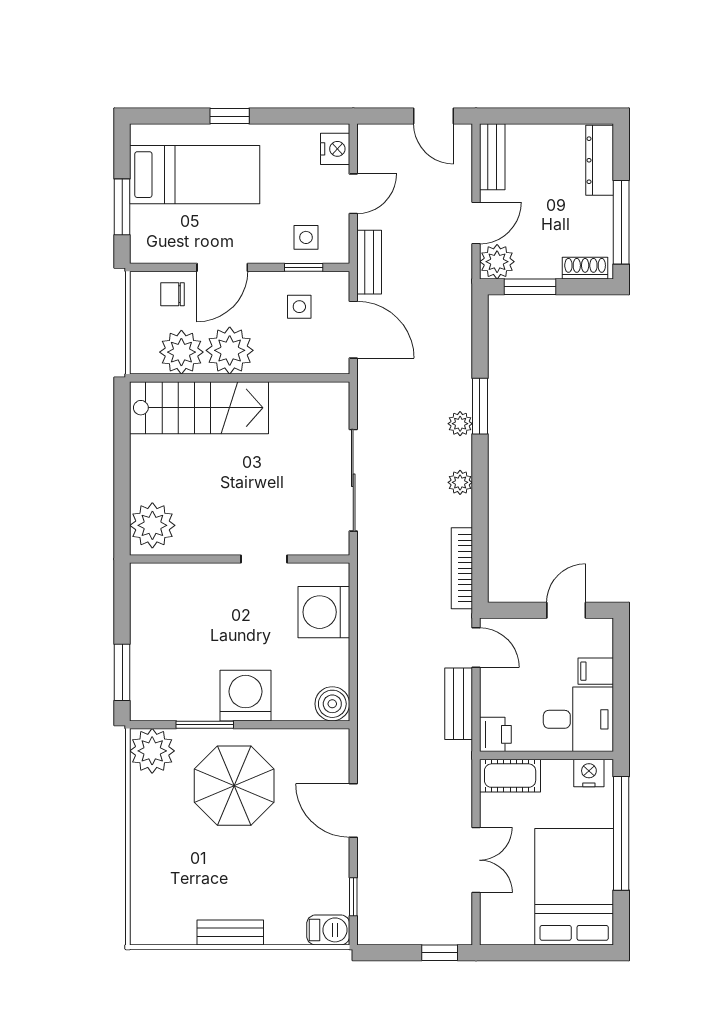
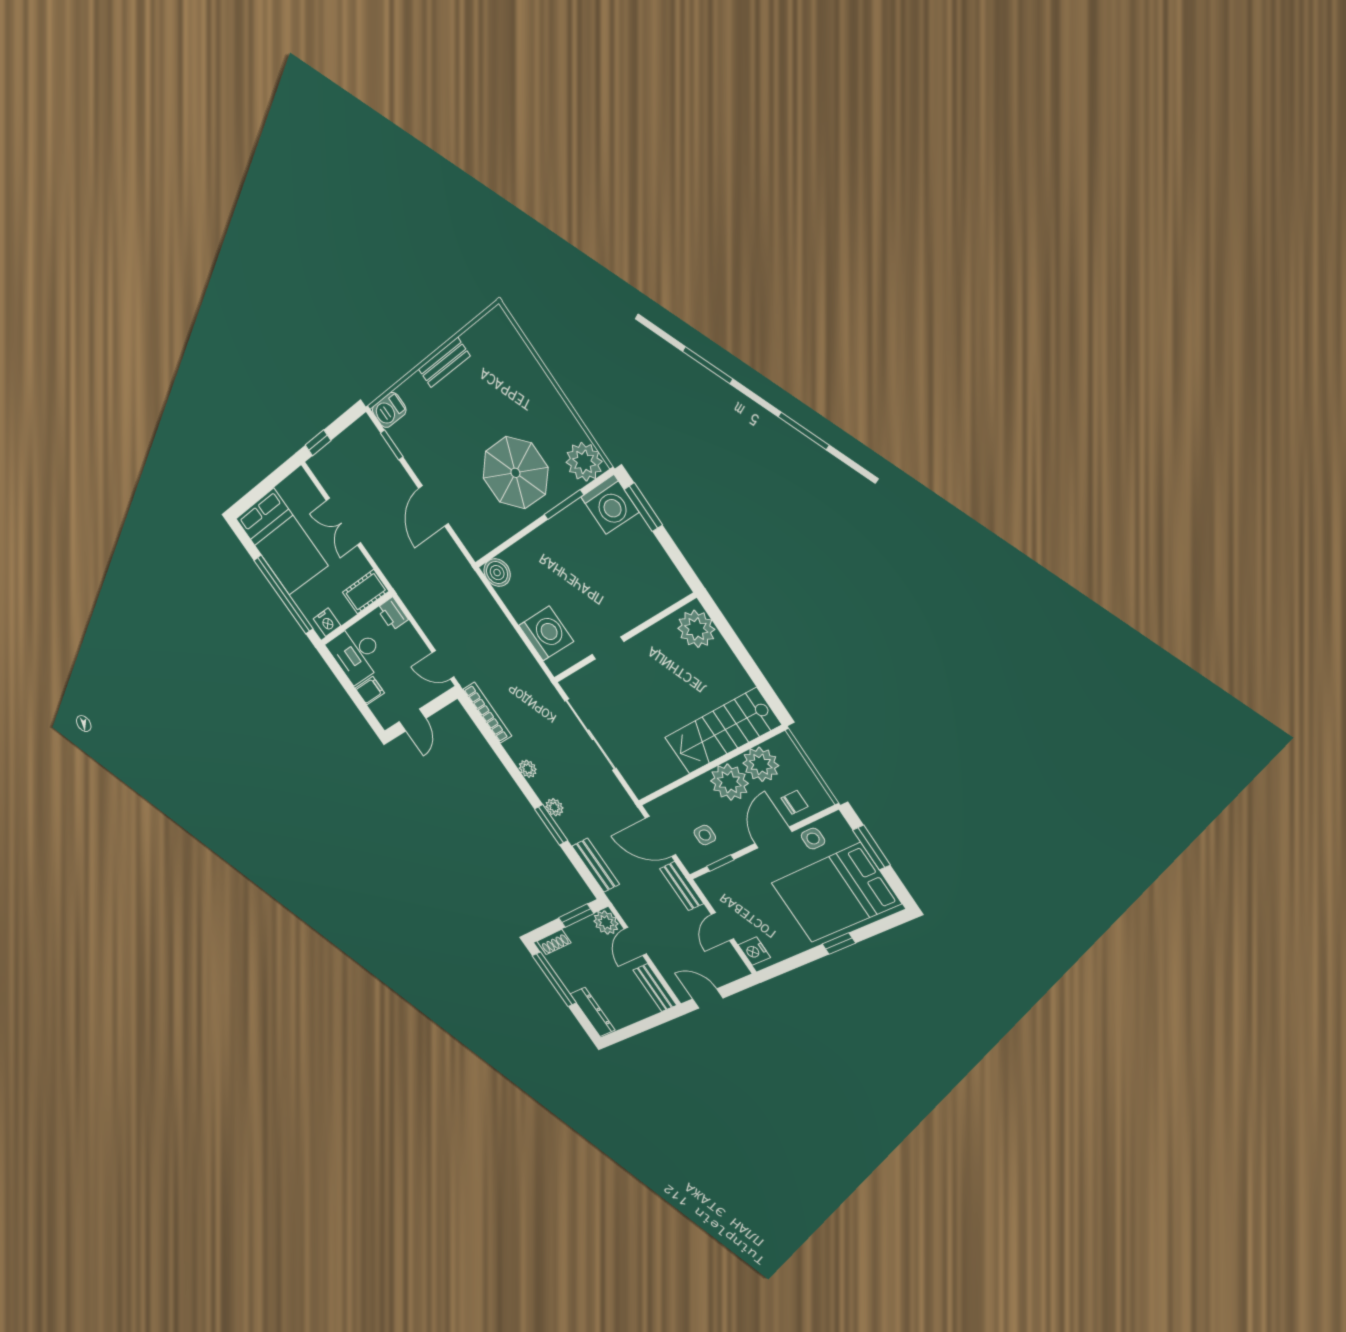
bed: (195, 175) -> (836, 893), width x1.50
side table: (306, 237) -> (813, 839), moved
washing machine: (246, 696) -> (610, 504), moved
bench: (459, 704) -> (596, 865), moved
door: (353, 811) -> (434, 506), swing flipped

